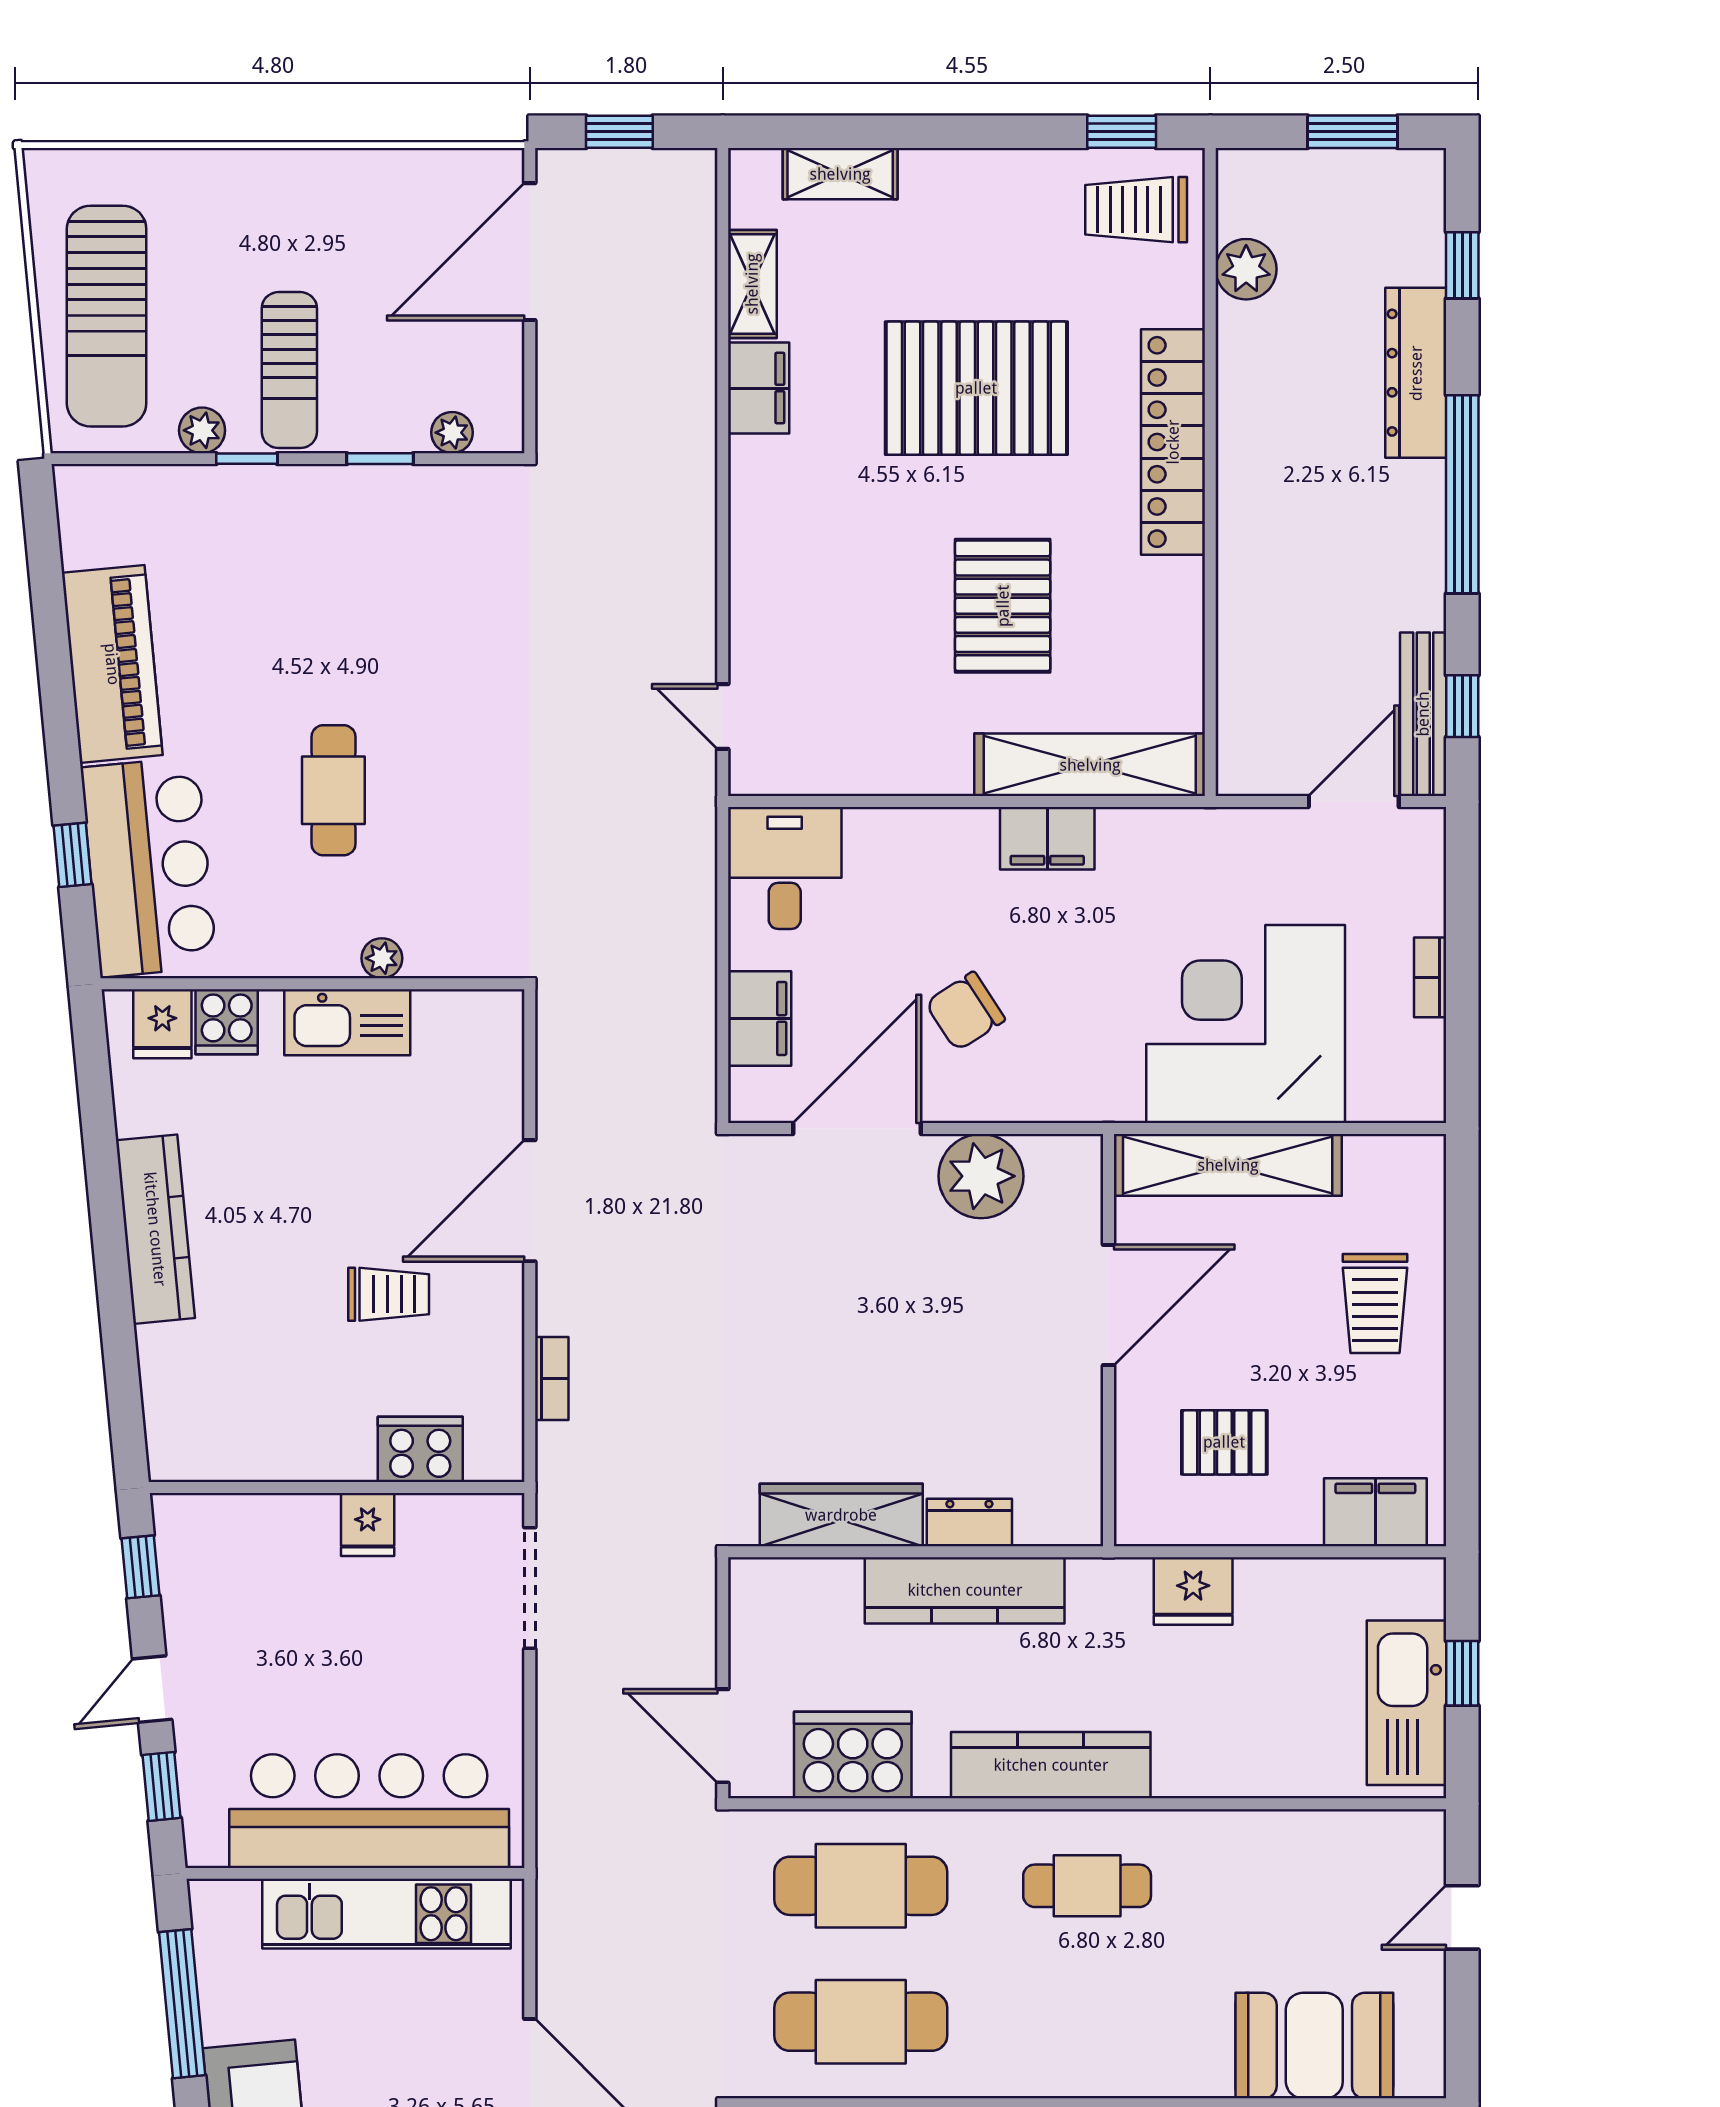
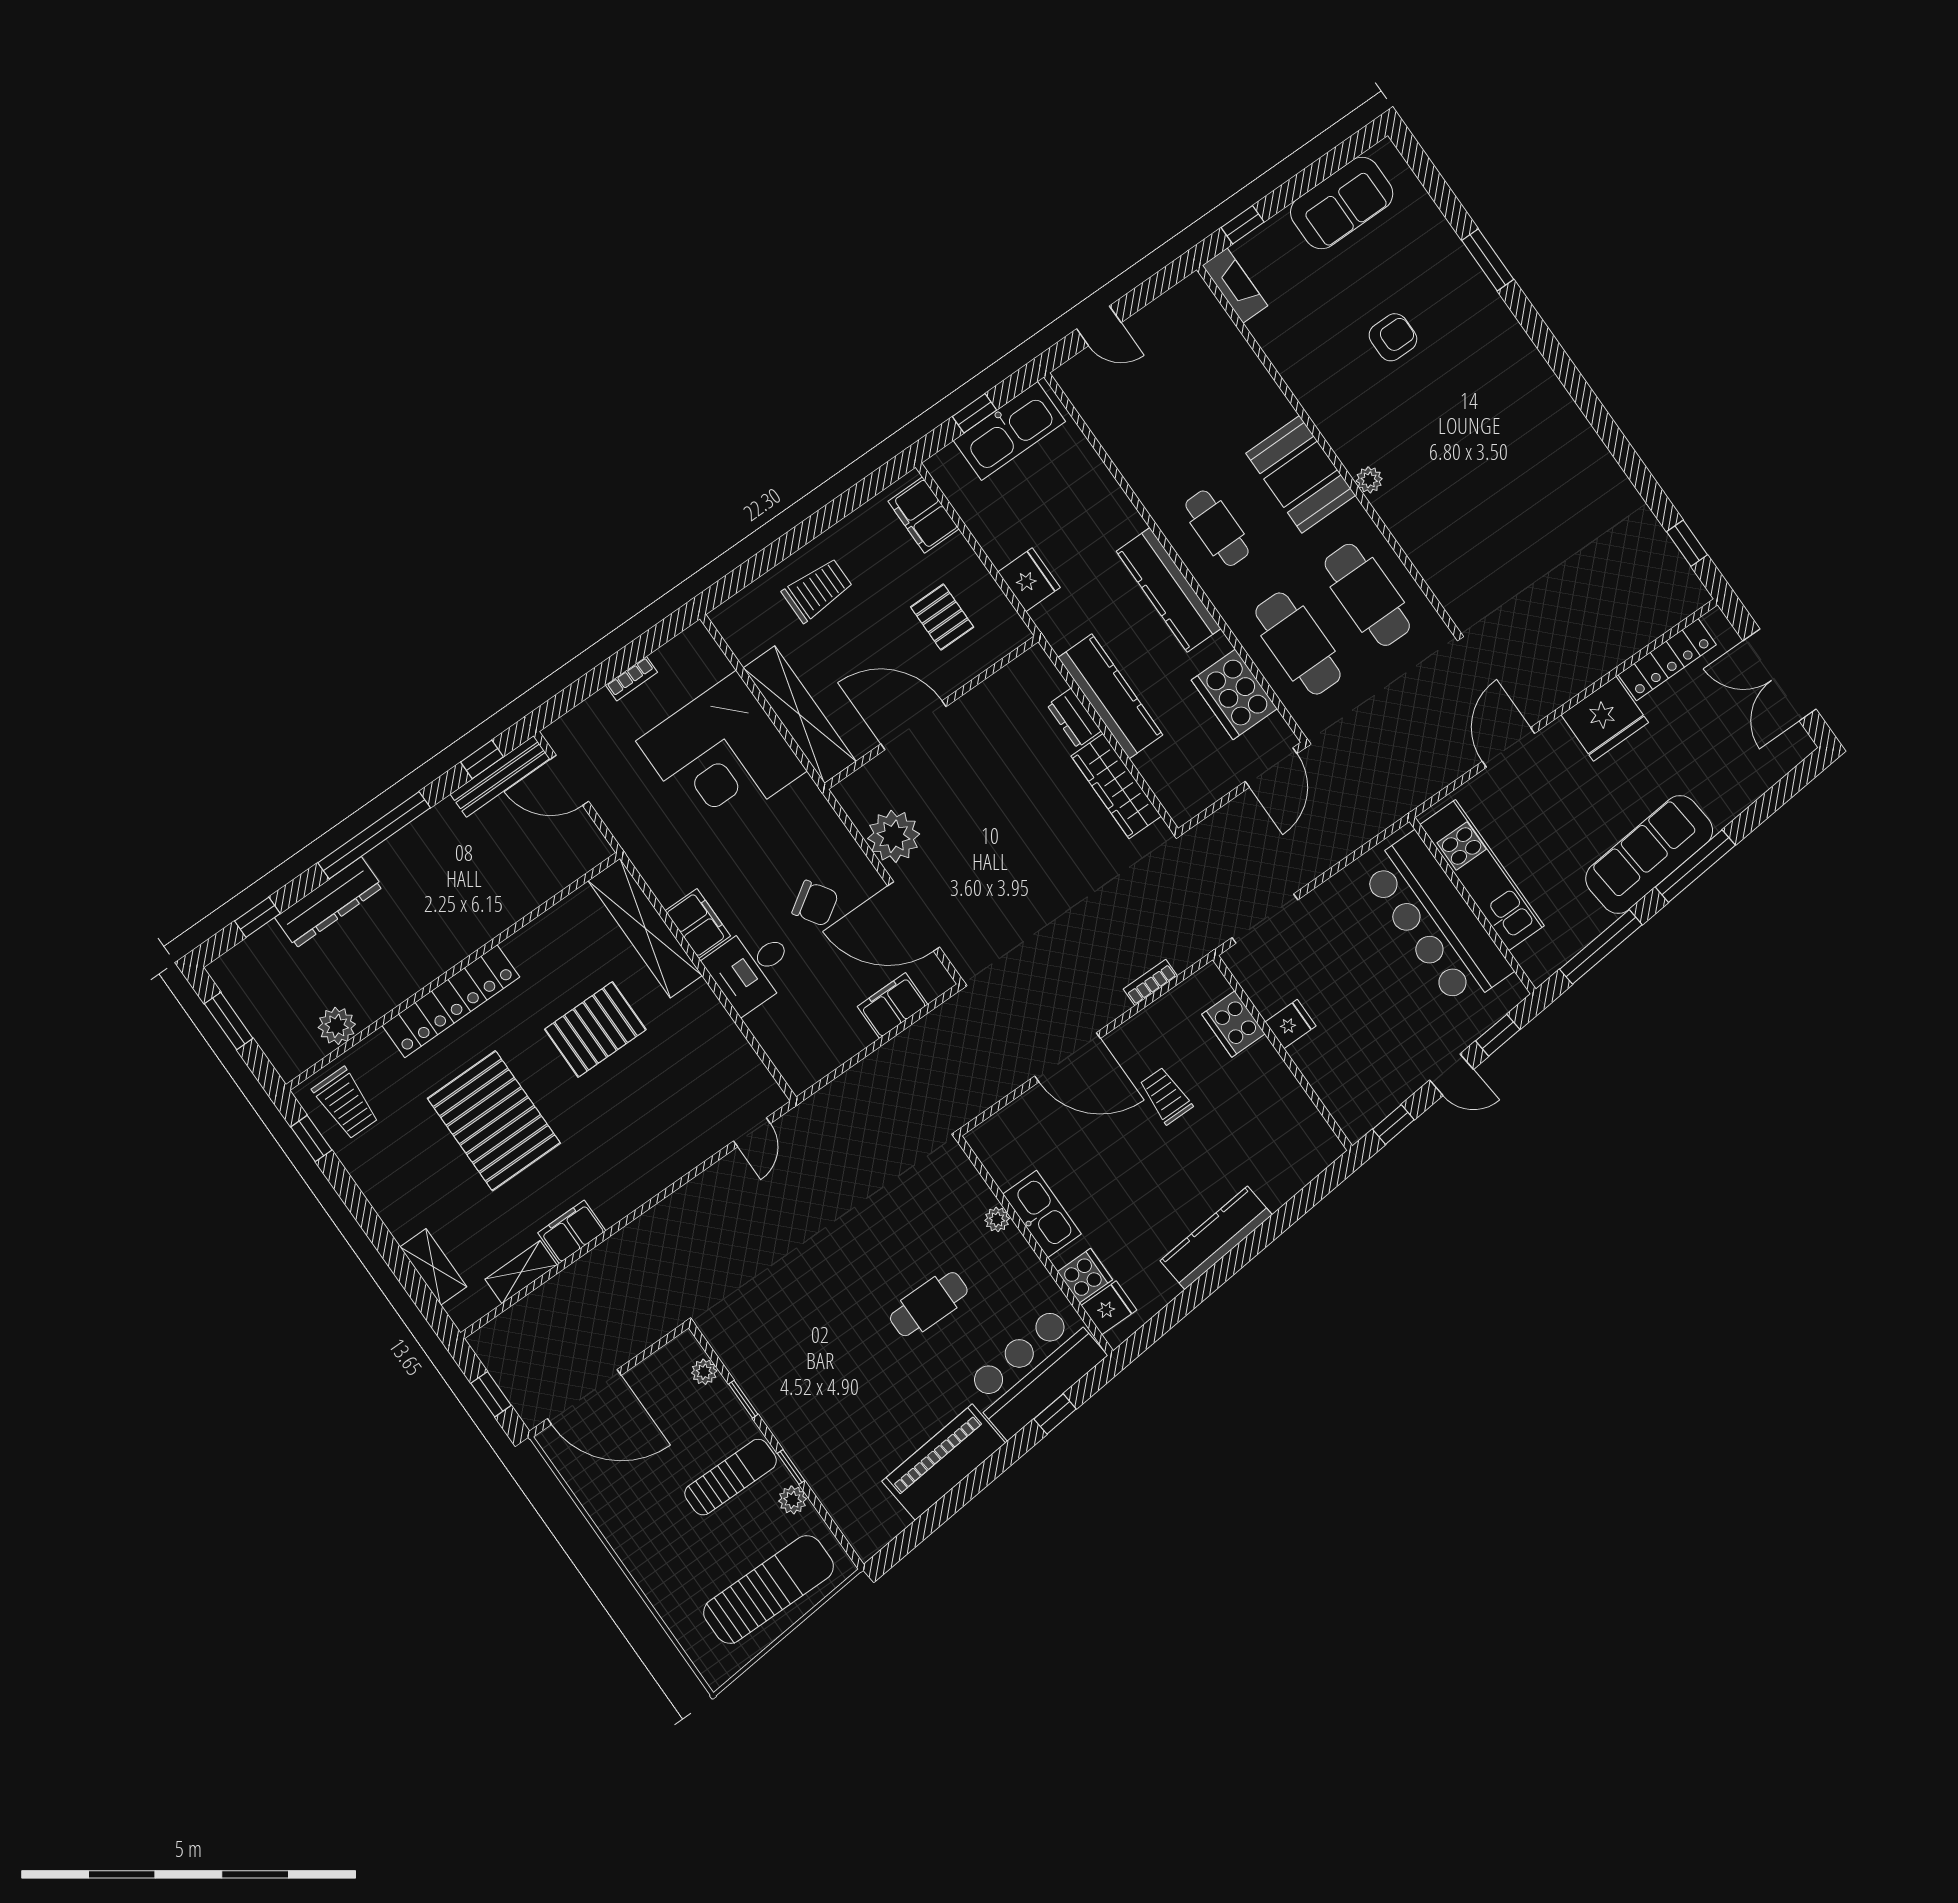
desk: (785, 868) -> (752, 968), moved
booth: (1314, 2046) -> (1301, 474), moved

